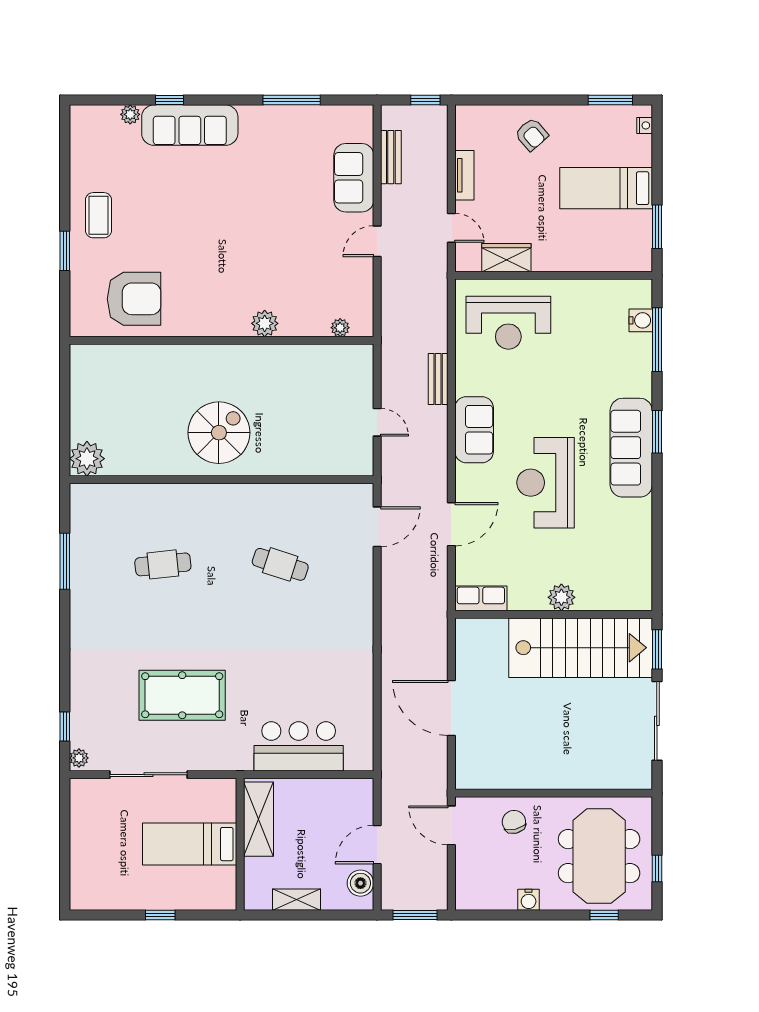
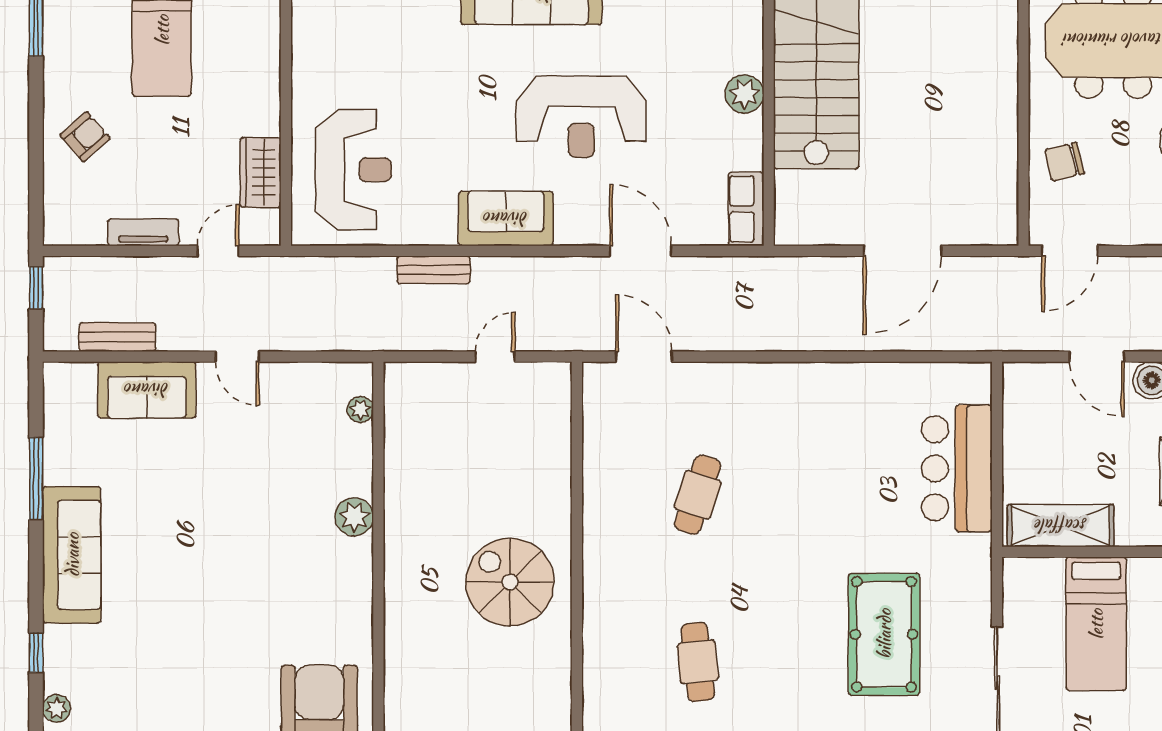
sofa: (190, 125) -> (72, 555), moved

